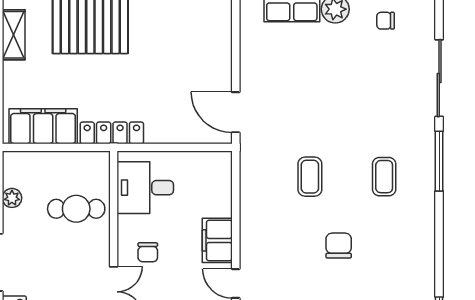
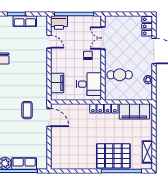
coffee table: (310, 177) -> (27, 110), moved
filing cabinet: (217, 240) -> (57, 83), moved

